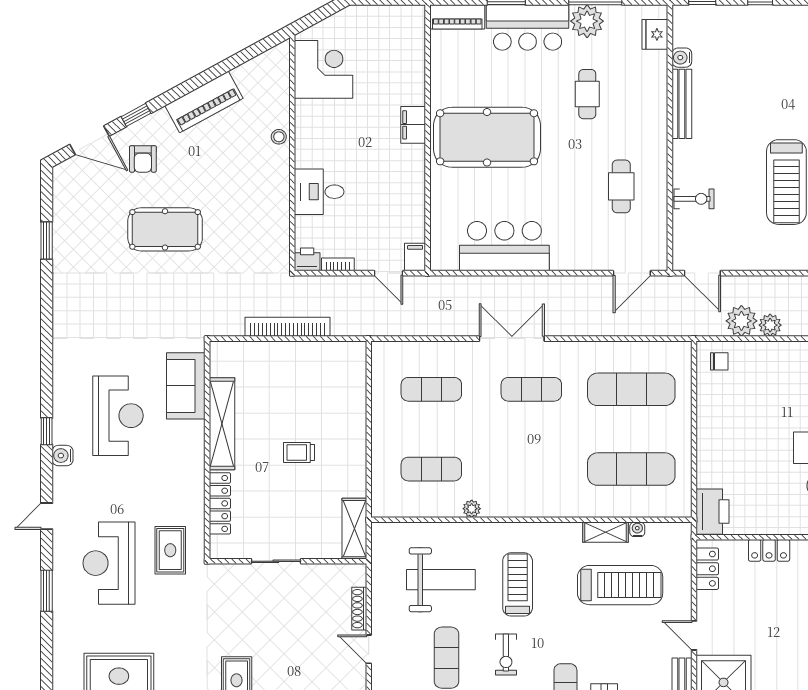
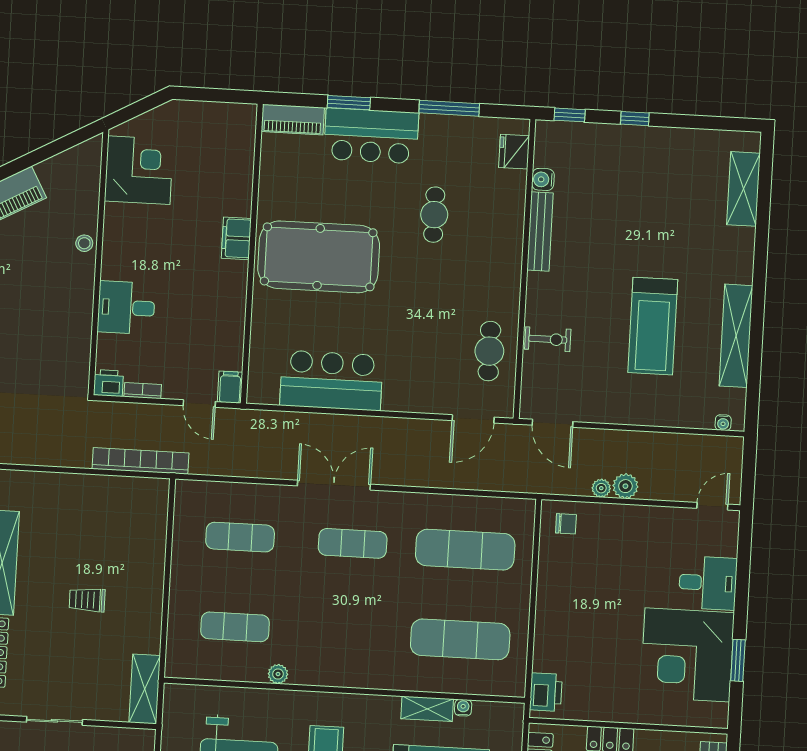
plant: (587, 21) -> (439, 133), removed
cafe table: (621, 186) -> (489, 351), moved
plant: (741, 321) -> (601, 488), width x0.53, depth x0.53
bookcase: (288, 327) -> (141, 461), moved
printer: (712, 512) -> (546, 692), width x0.73, depth x0.84

